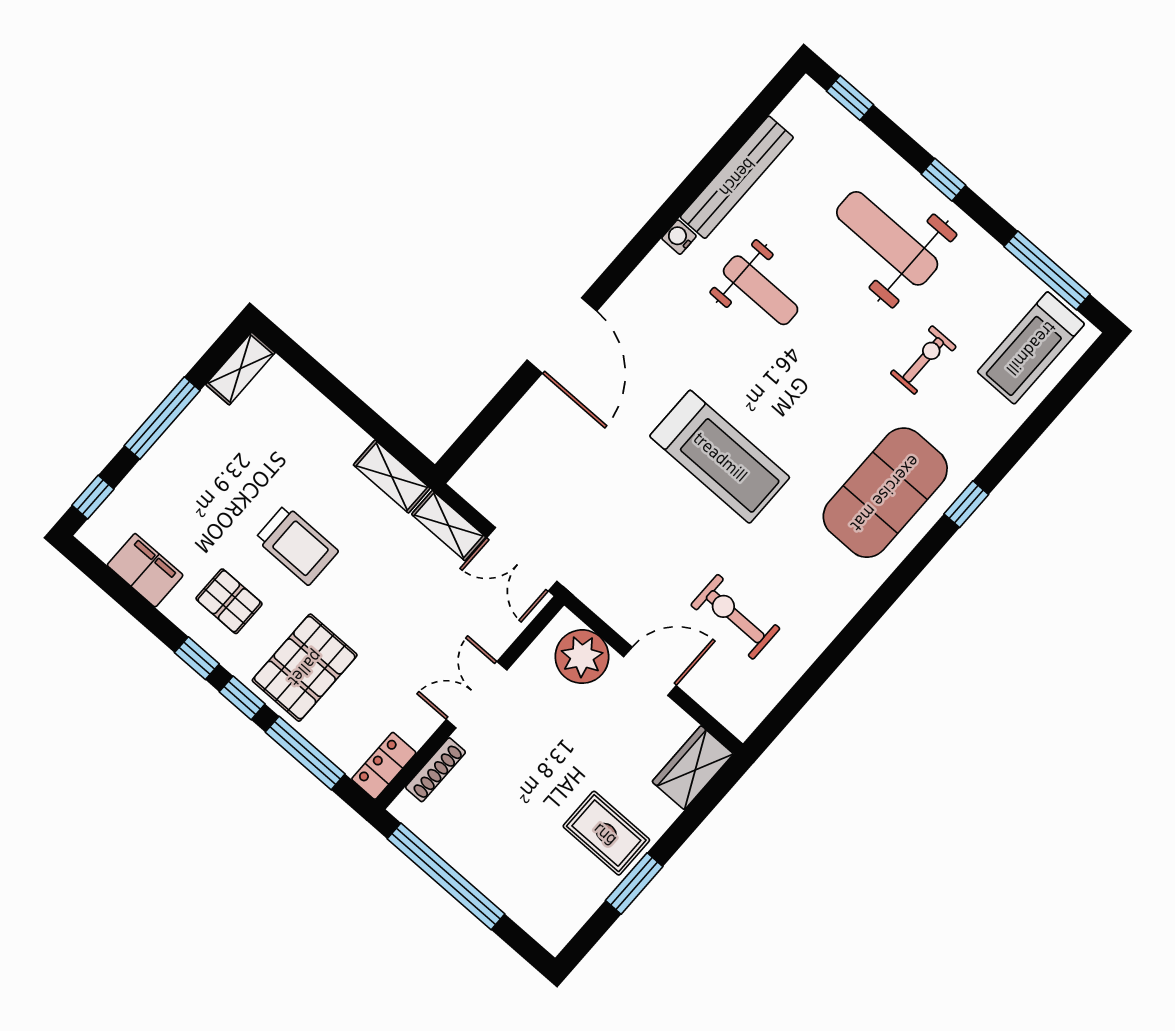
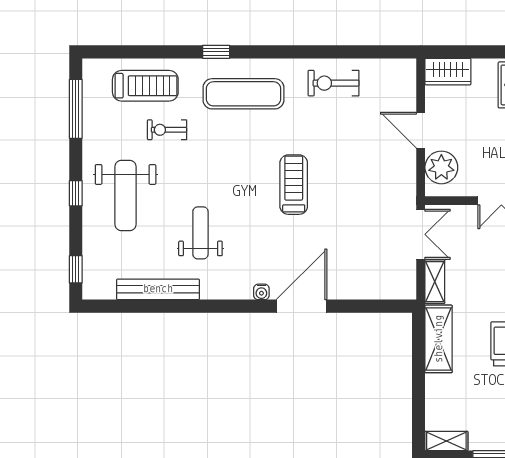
water cooler: (679, 237) -> (261, 292), moved
treadmill: (1031, 348) -> (145, 86), moved
treadmill: (720, 457) -> (294, 185), width x0.73, depth x0.73
shelving: (392, 477) -> (439, 339), width x1.50, depth x1.33
exercise mat: (885, 493) -> (243, 94), width x0.68
exercise bike: (735, 617) -> (333, 83), moved, turned 90

